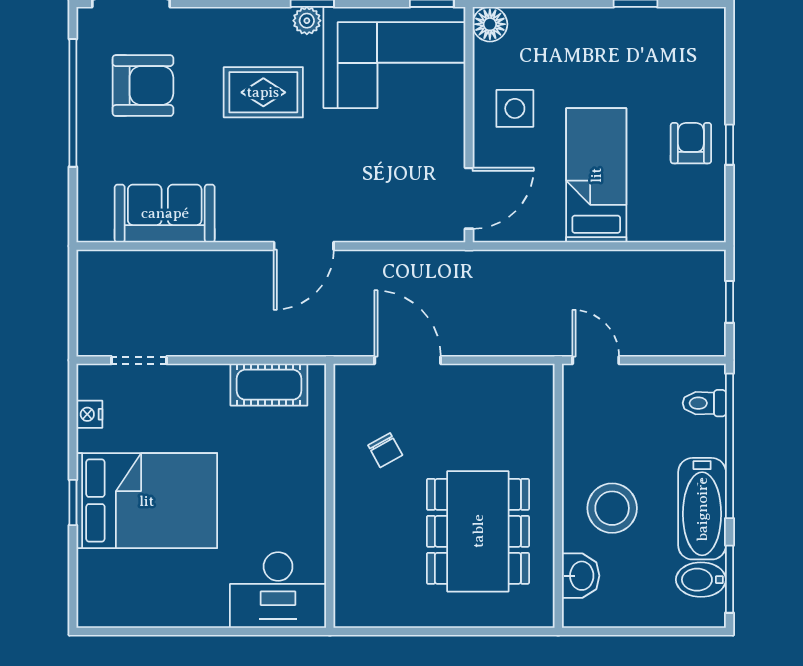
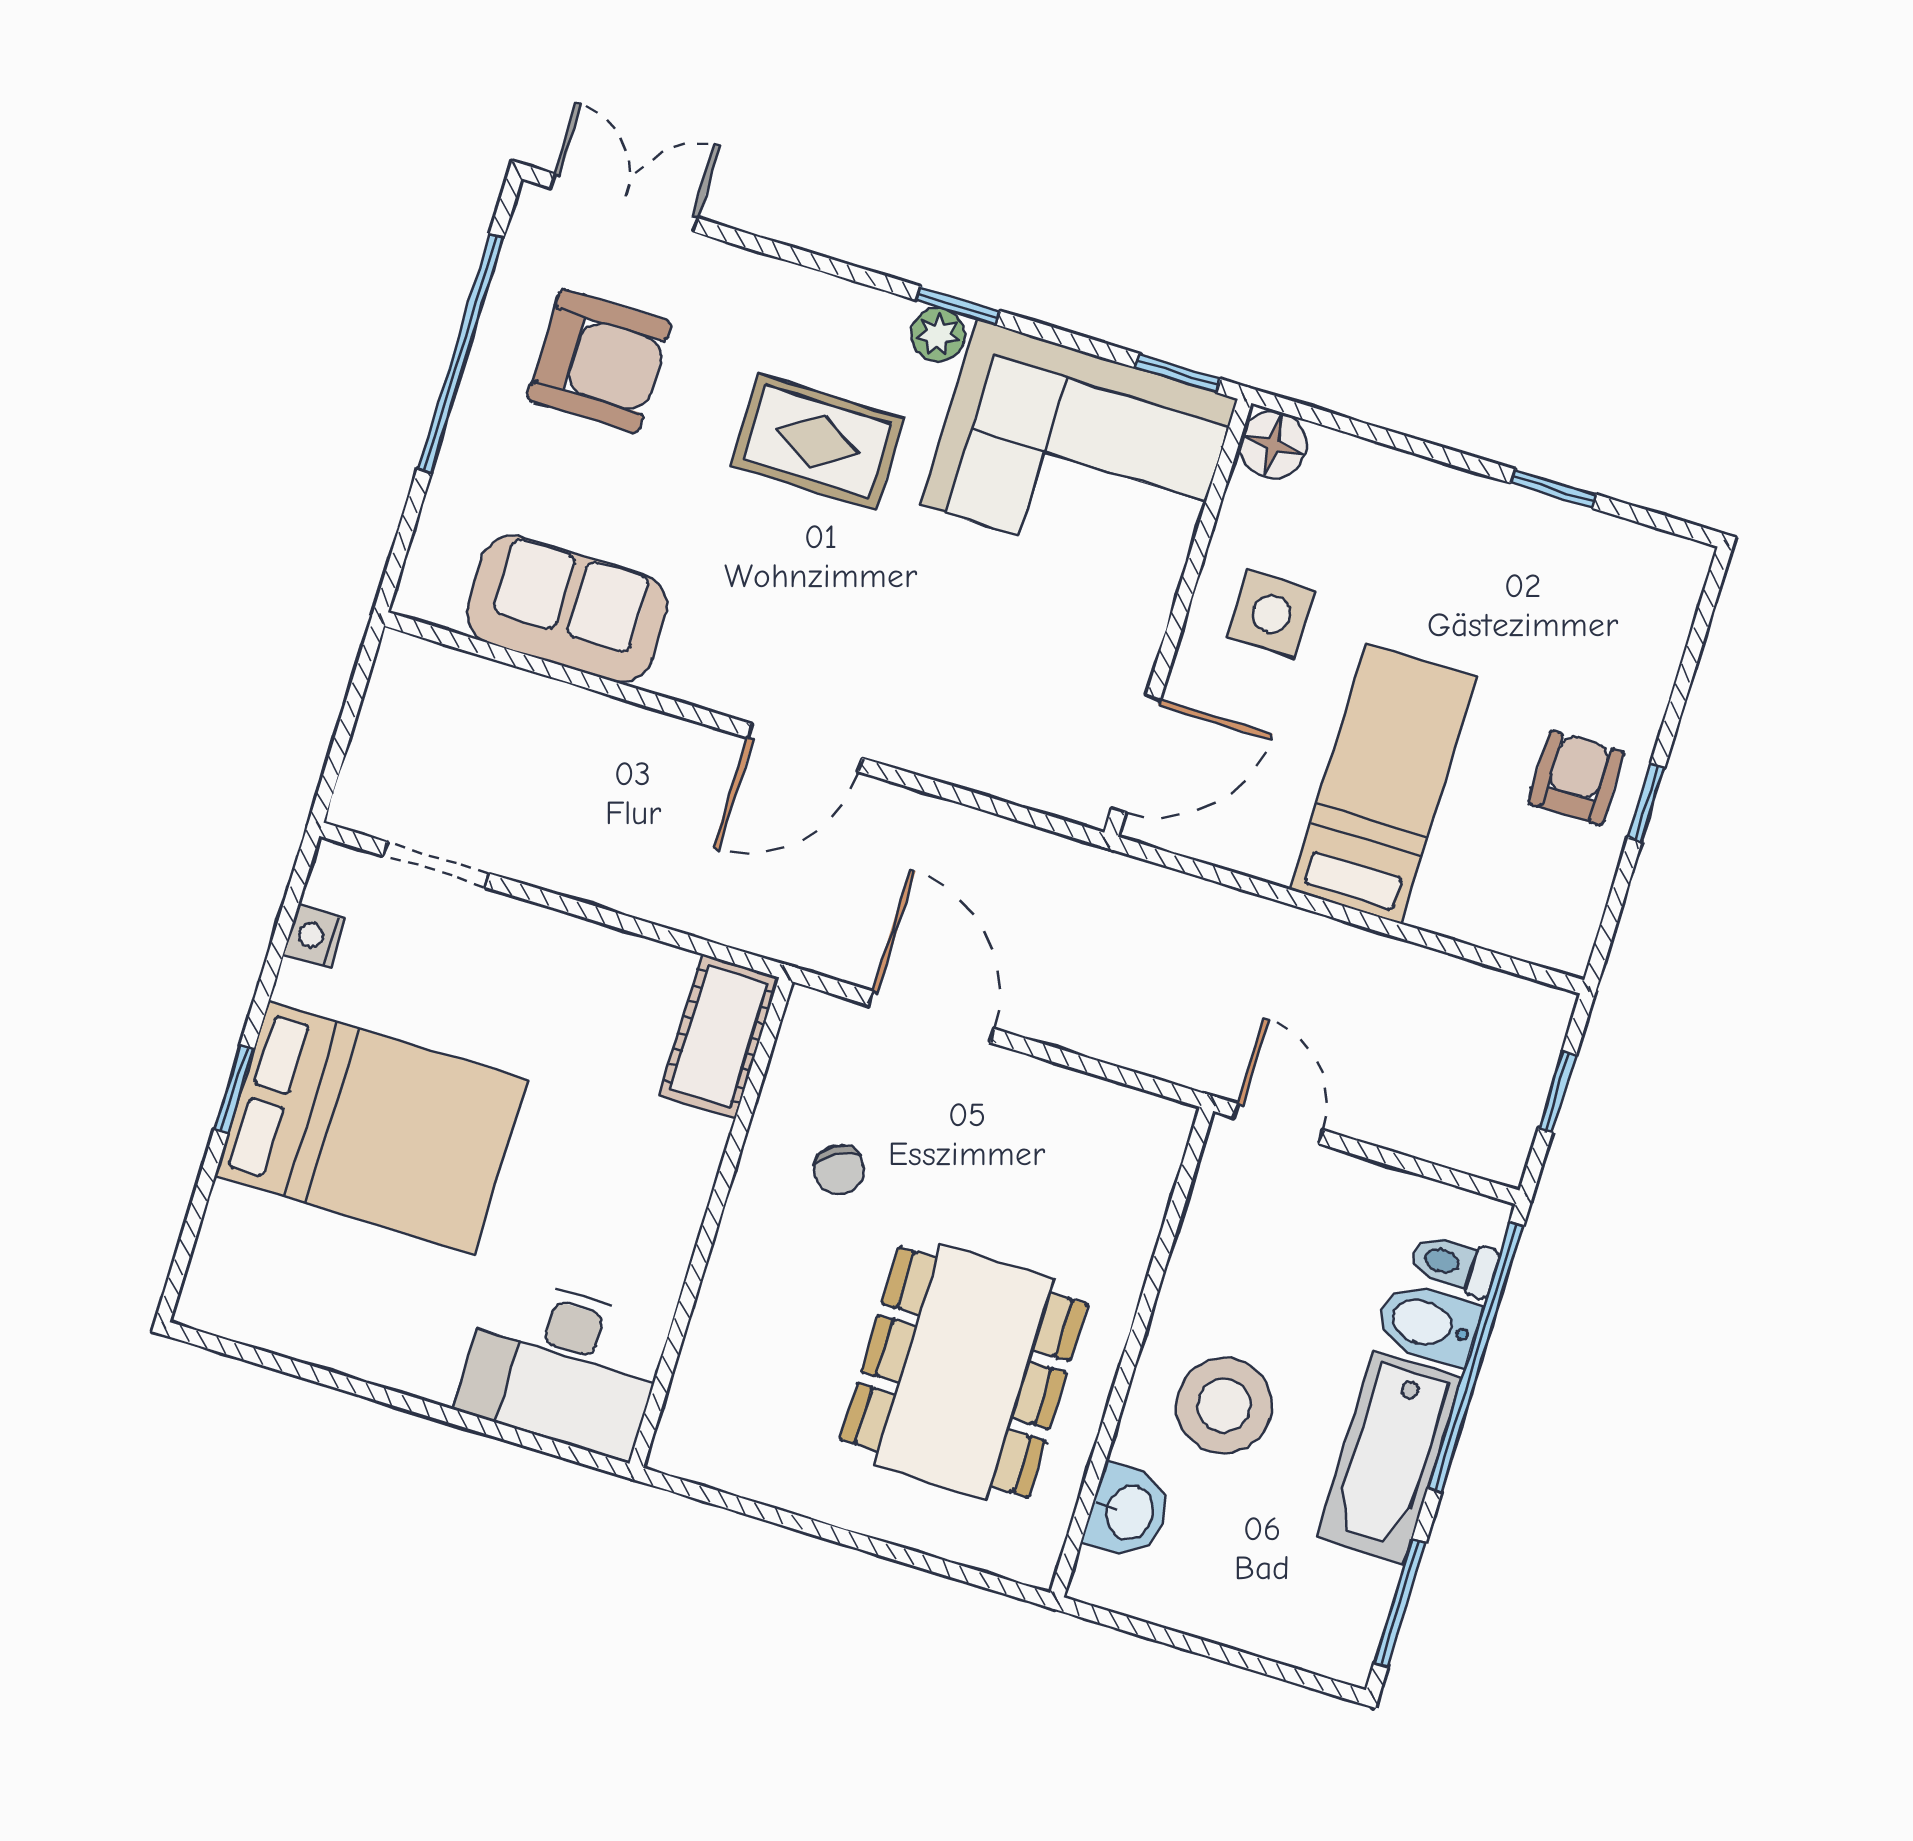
cot: (269, 385) -> (719, 1036), moved, turned 90
bidet: (701, 580) -> (1428, 1324), moved

